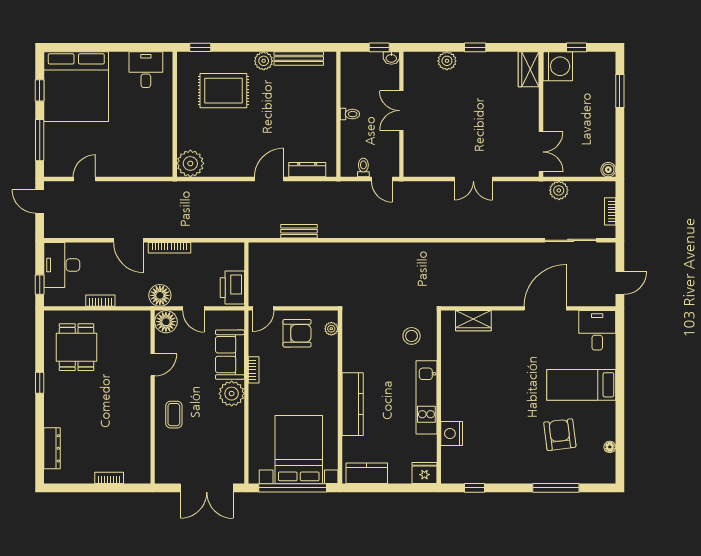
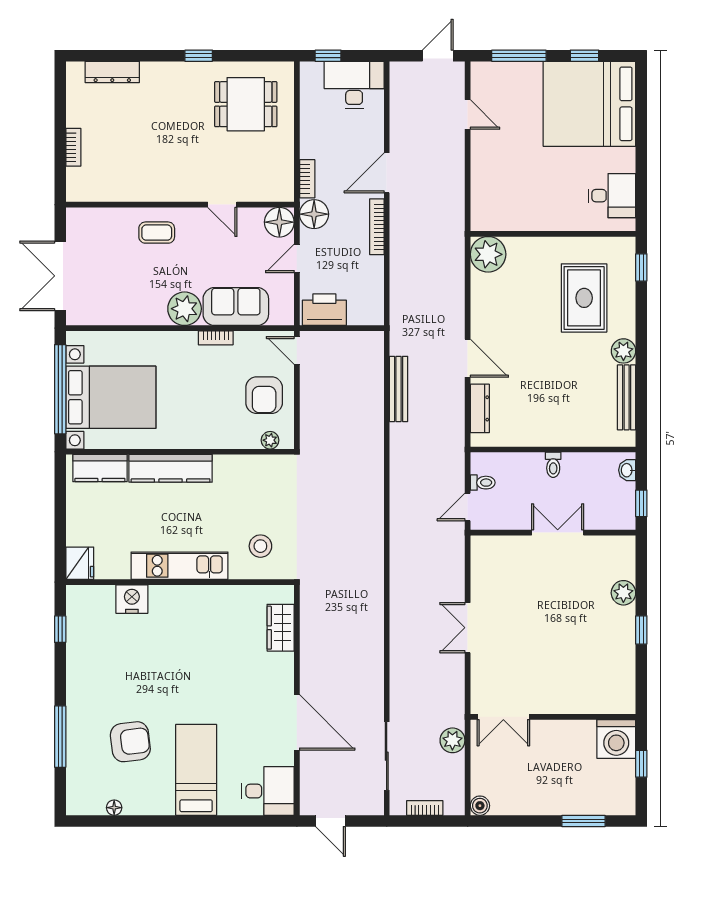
washbasin: (391, 58) -> (627, 470), moved
wardrobe: (529, 69) -> (612, 701), removed
bench: (299, 231) -> (399, 389), width x1.36
bookcase: (100, 301) -> (307, 179), moved
kitchen counter: (367, 473) -> (100, 468), moved, turned 90

